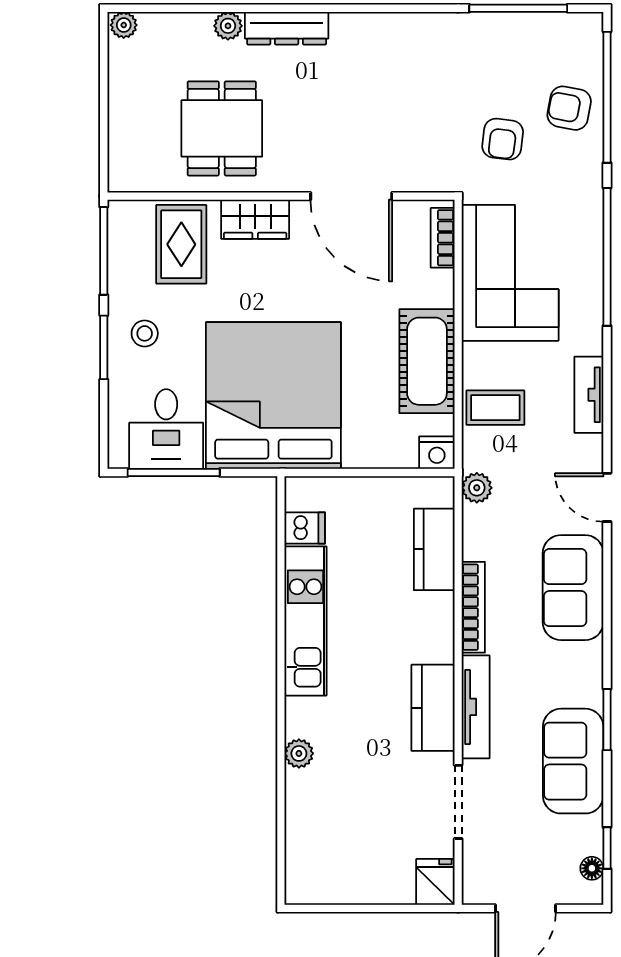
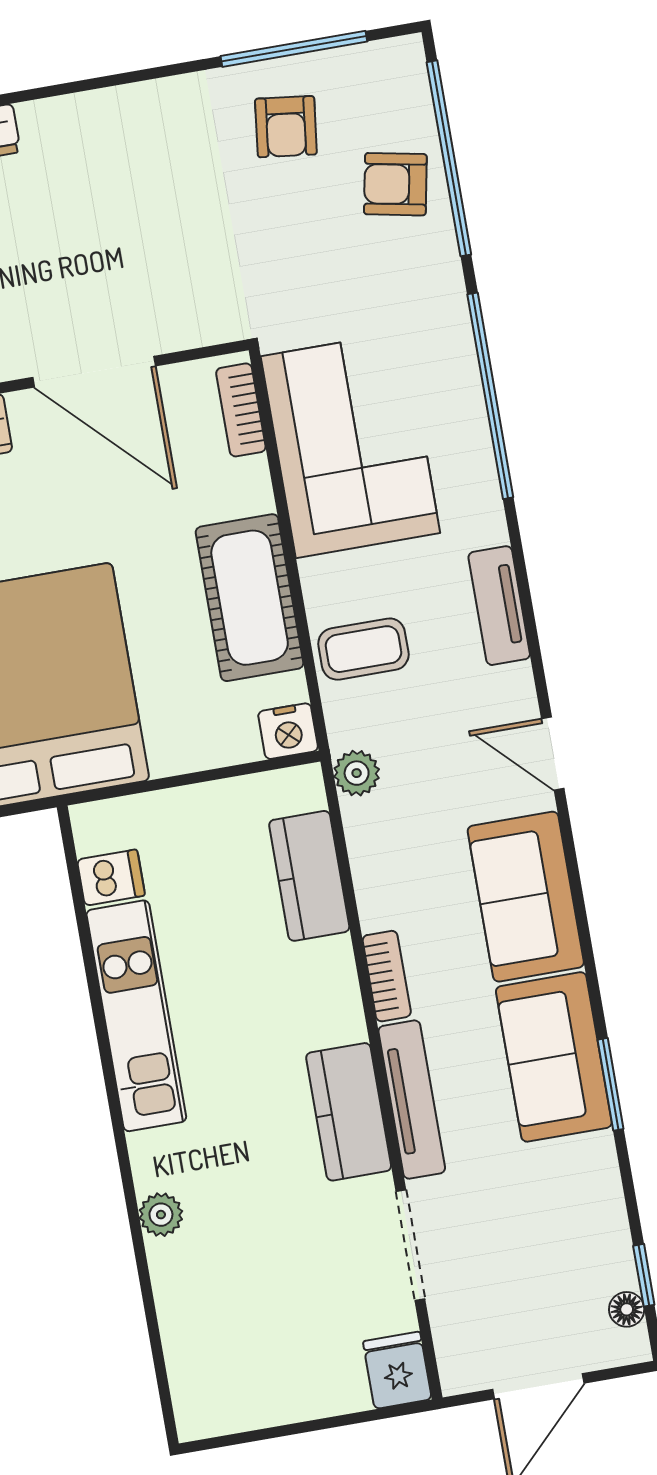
armchair: (503, 139) -> (286, 127), moved
bookcase: (473, 607) -> (387, 976), width x0.64
sofa: (573, 761) -> (554, 1057), moved

